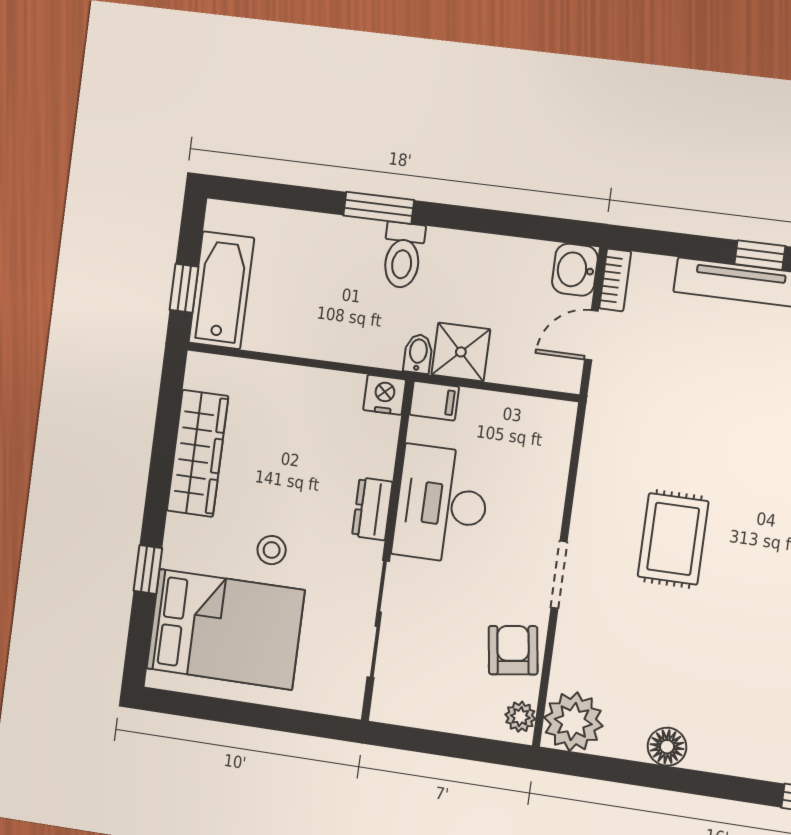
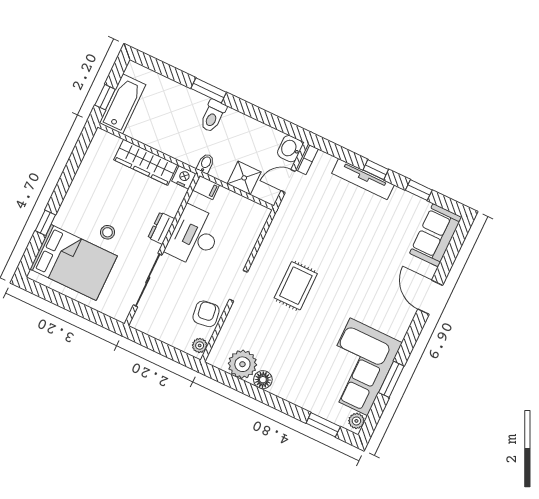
shower: (461, 352) -> (244, 178), moved
wardrobe: (198, 453) -> (146, 162), moved, turned 90
plant: (573, 722) -> (242, 364), moved

